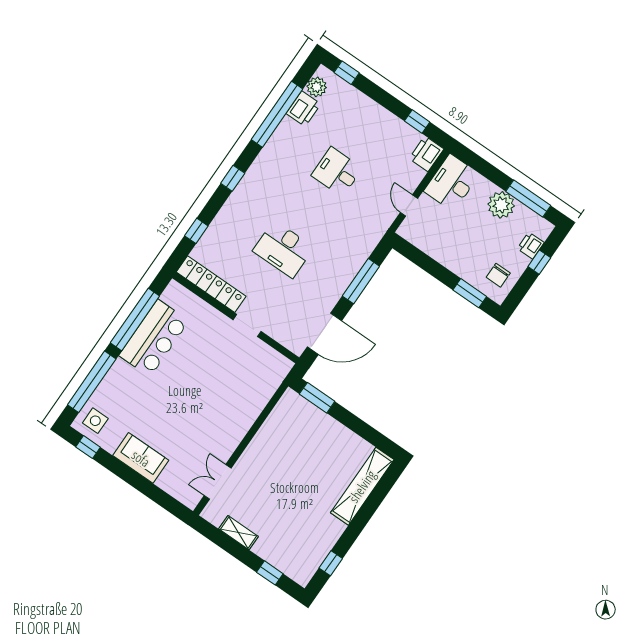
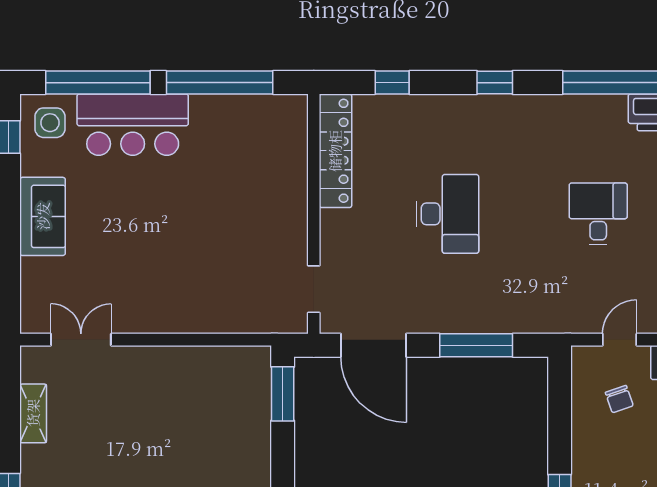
chair: (439, 227) -> (619, 399), added
desk: (283, 249) -> (447, 214), turned 180
doorway: (247, 326) -> (314, 289), moved
bar counter: (154, 338) -> (133, 125), moved

